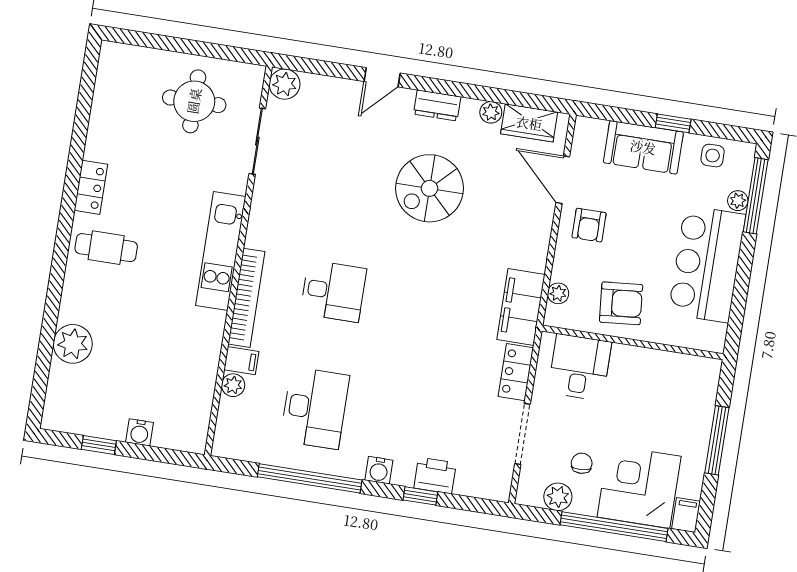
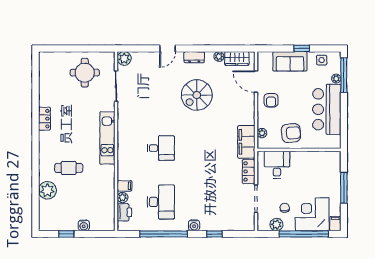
cafe table: (106, 248) -> (69, 168), moved
bookcase: (246, 298) -> (122, 157), removed
printer: (435, 475) -> (124, 212), moved, turned 90

